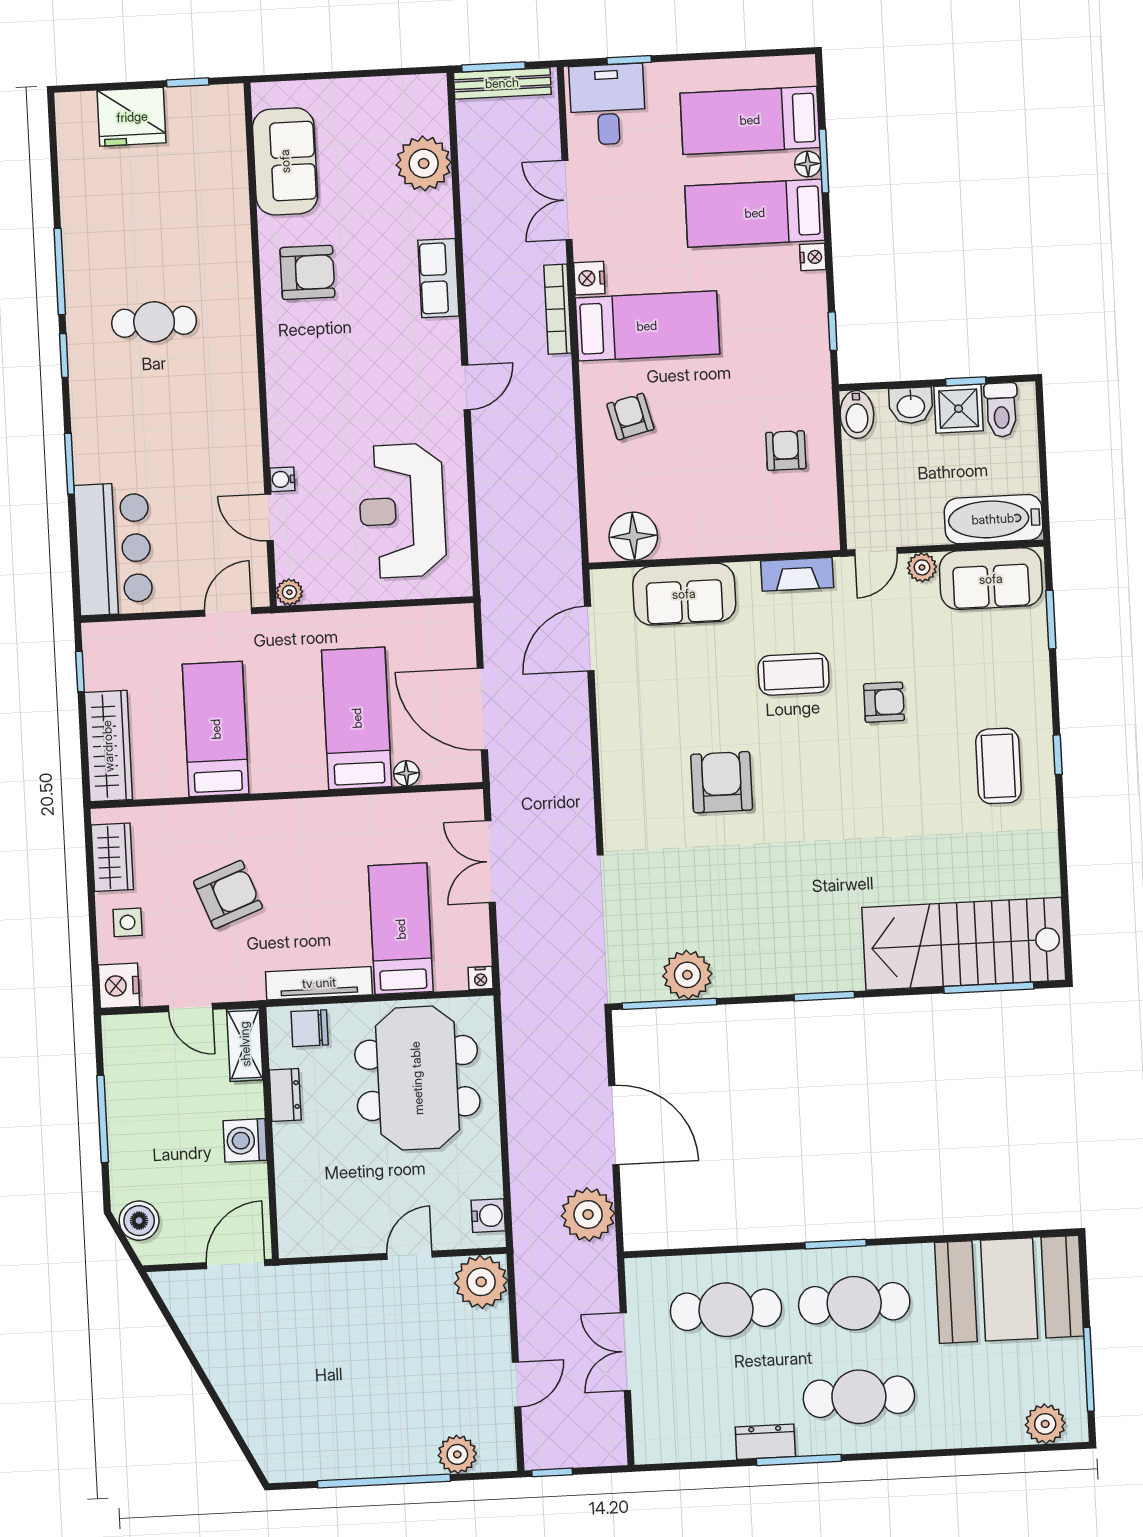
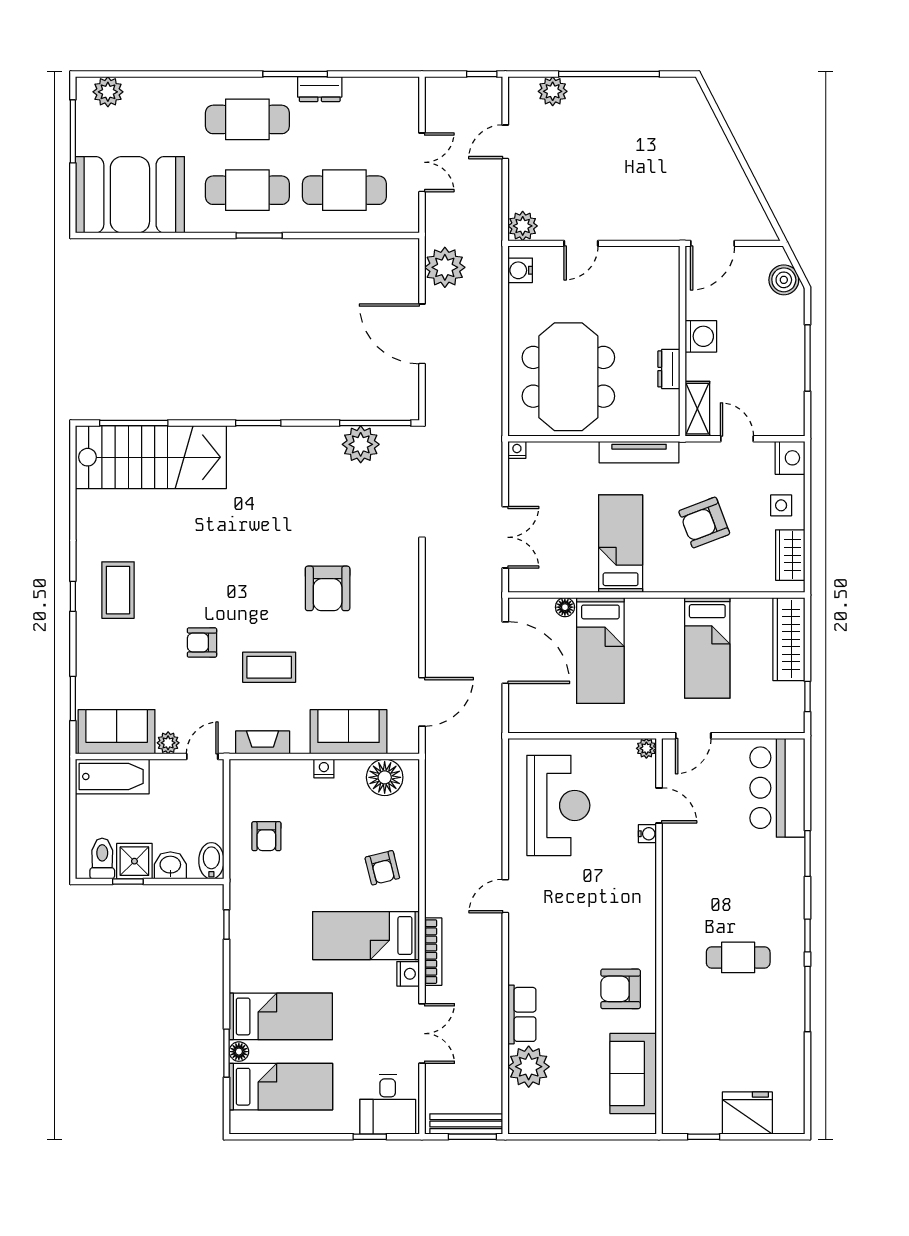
nightstand: (813, 257) -> (324, 769), moved, turned 90
row of seats: (438, 278) -> (522, 1014), moved
bed: (401, 929) -> (621, 544), moved, turned 180
chair: (310, 1028) -> (648, 419), removed
plant: (481, 1282) -> (523, 226), width x0.73, depth x0.73

